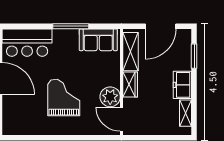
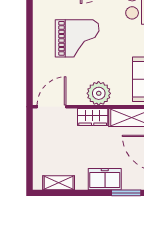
freezer: (182, 85) -> (105, 179), moved
plant: (110, 97) -> (99, 93), moved

